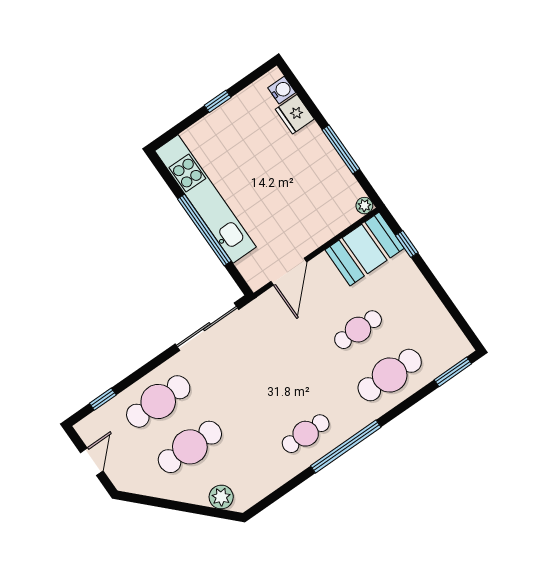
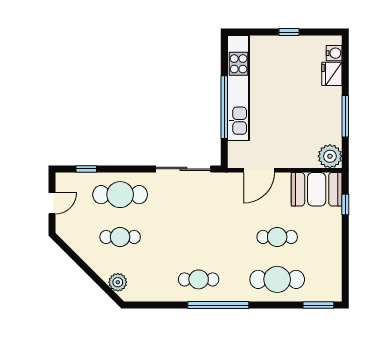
plant: (364, 206) -> (330, 156), width x1.88, depth x1.88
cafe table: (190, 447) -> (120, 237), width x0.73, depth x0.74

